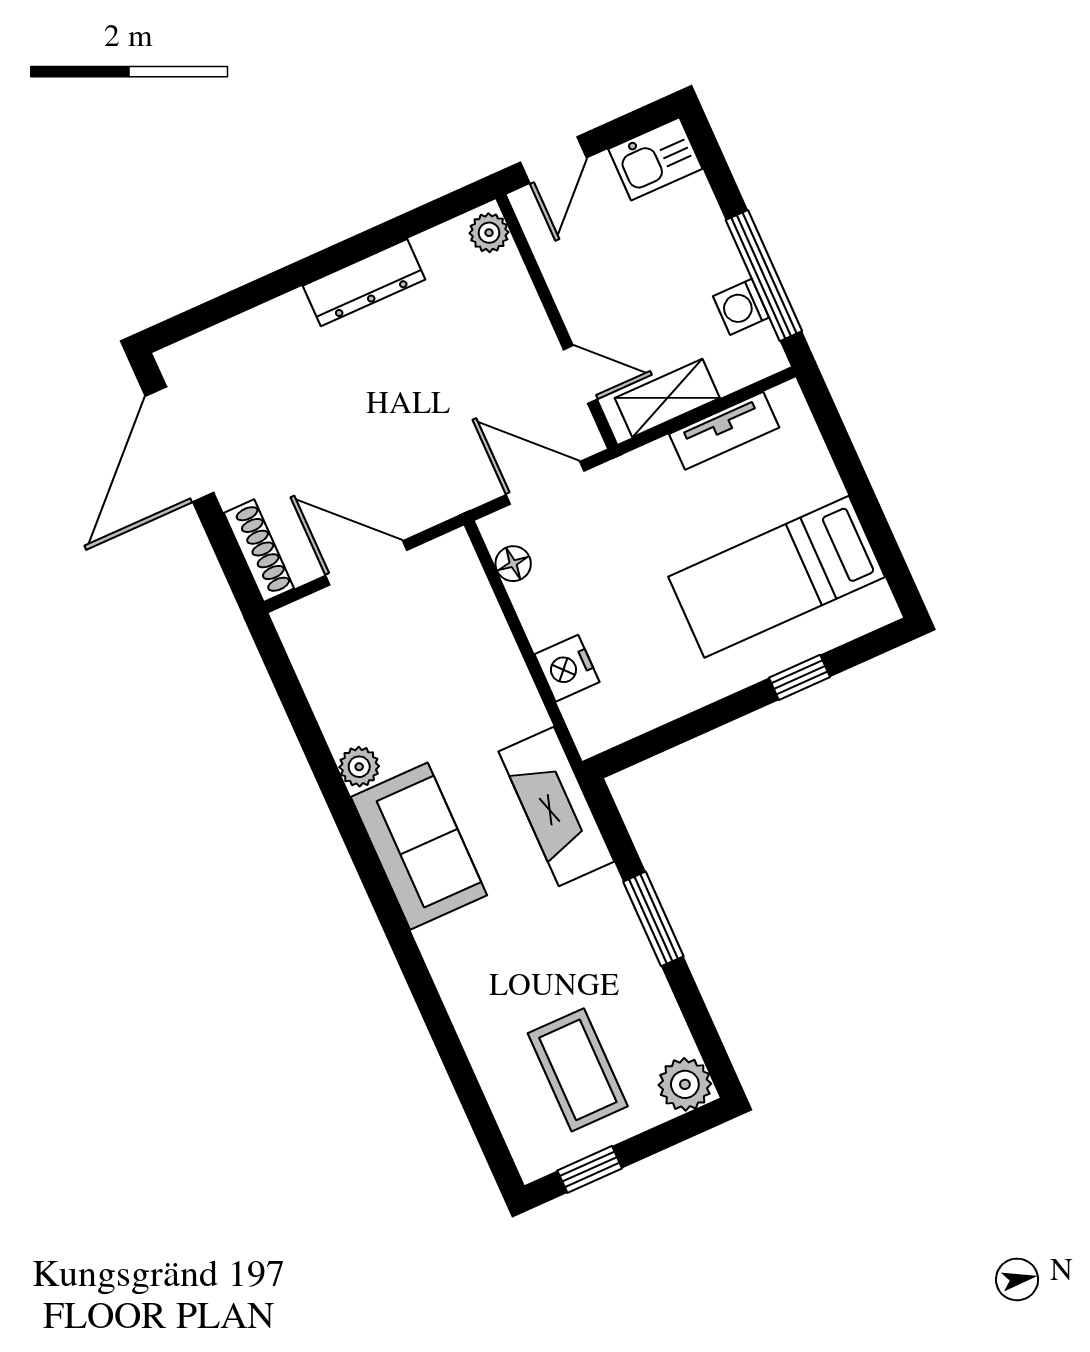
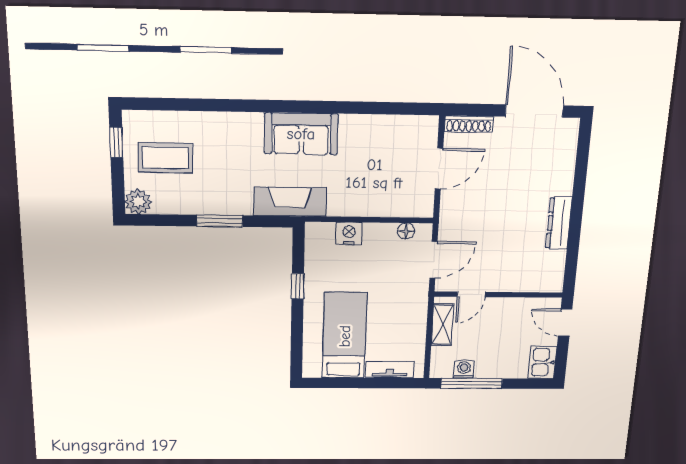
plant: (489, 233) -> (550, 284), removed
tv unit: (724, 431) -> (390, 370), moved, turned 90
window: (800, 677) -> (298, 286), moved
plant: (359, 767) -> (350, 124), removed

